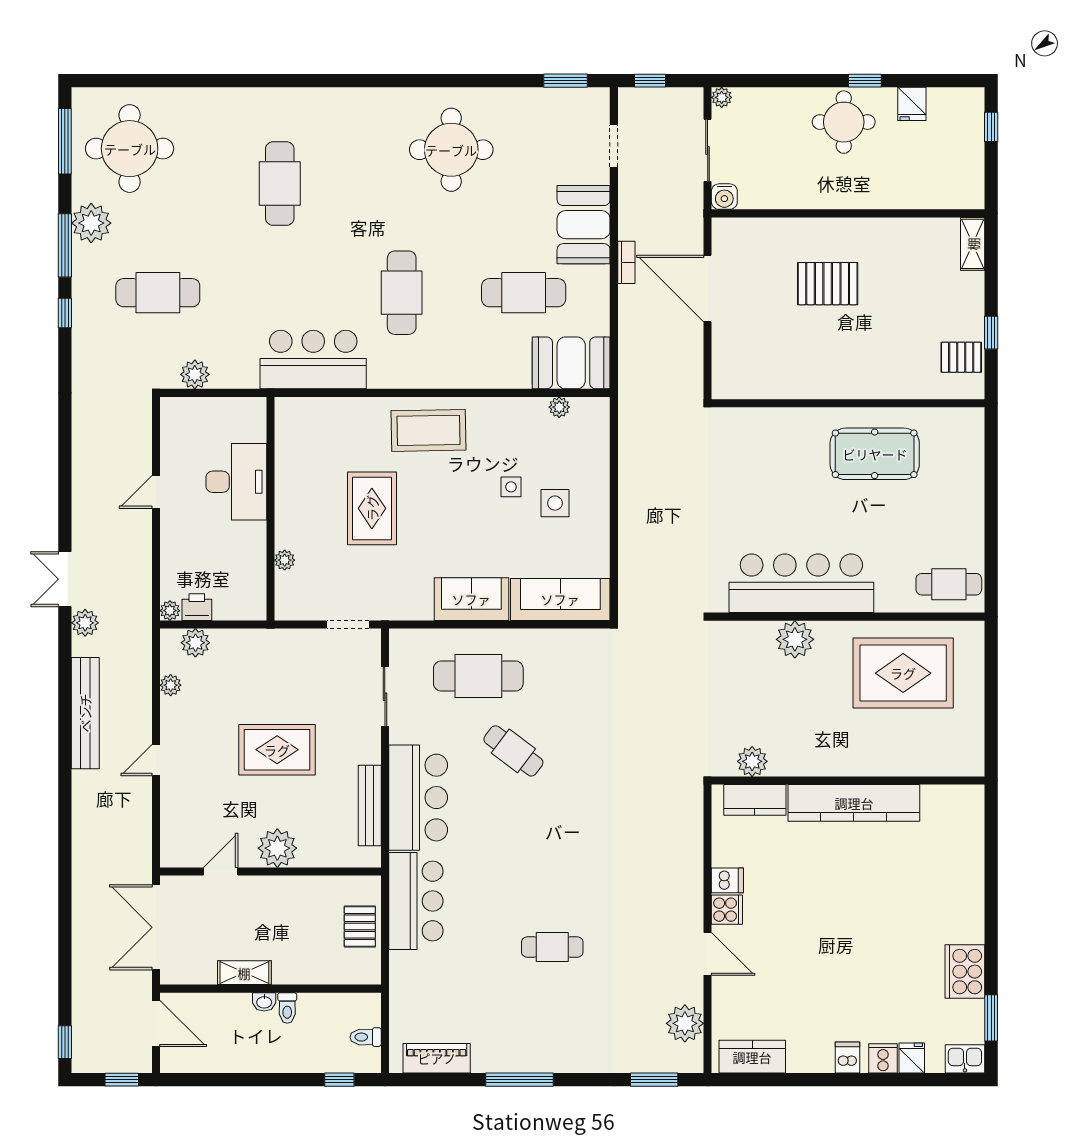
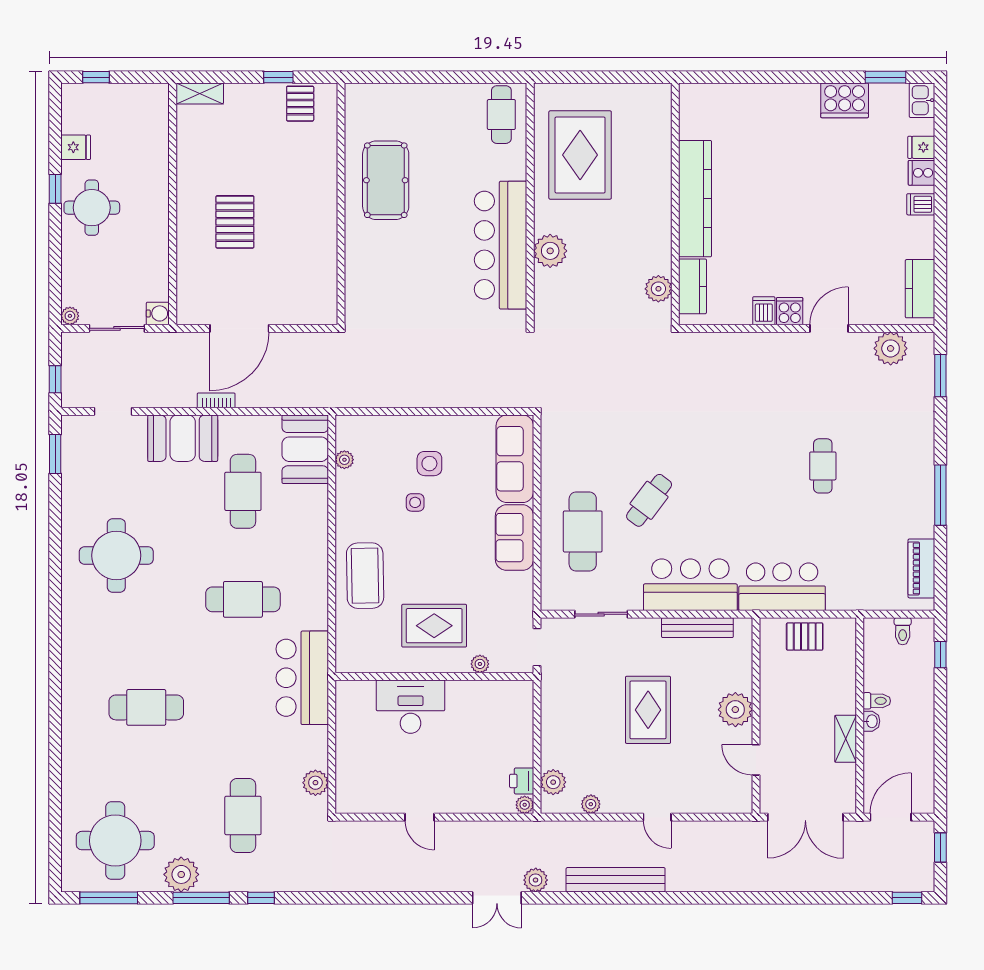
desk: (236, 482) -> (411, 707), moved
wall: (270, 509) -> (434, 676), moved
plant: (285, 560) -> (480, 664), moved

